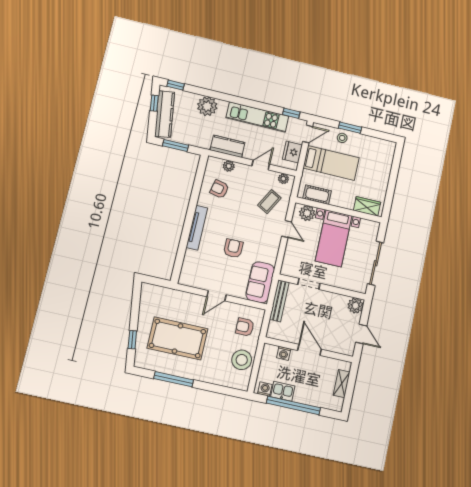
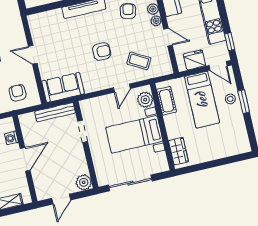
plant: (283, 179) -> (156, 21), moved
armchair: (233, 248) -> (102, 52), moved

